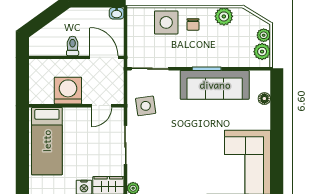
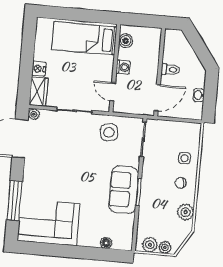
washbasin: (117, 13) -> (199, 95), moved
side table: (166, 22) -> (185, 158), width x0.54, depth x0.54
sofa: (215, 85) -> (124, 190), width x0.73
washing machine: (68, 91) -> (123, 67), width x0.53, depth x0.53
boiler: (46, 97) -> (126, 41), added

